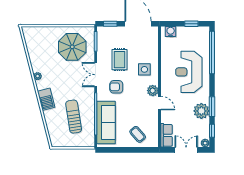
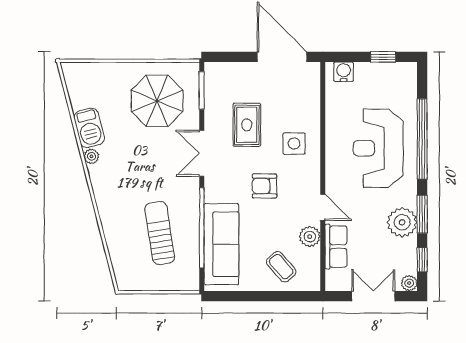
window: (110, 24) -> (229, 57), removed
window: (212, 52) -> (422, 139), moved
armchair: (116, 87) -> (264, 186), moved
plant: (153, 91) -> (310, 237), moved
barbecue: (46, 99) -> (89, 128), moved
row of seats: (166, 135) -> (336, 247), moved

